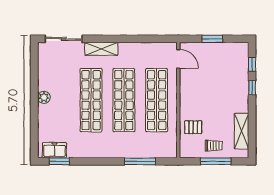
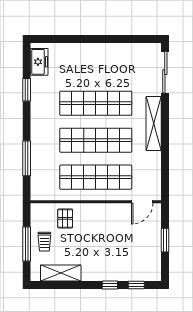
shelving: (101, 49) -> (154, 123), width x1.47
plant: (44, 97) -> (99, 50), removed
window: (59, 161) -> (27, 90), moved

